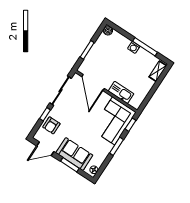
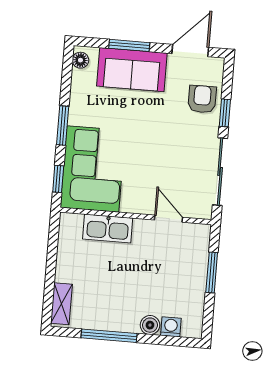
boiler: (108, 30) -> (150, 325), moved
washing machine: (134, 47) -> (171, 327), moved
door: (93, 83) -> (168, 219), width x0.53

